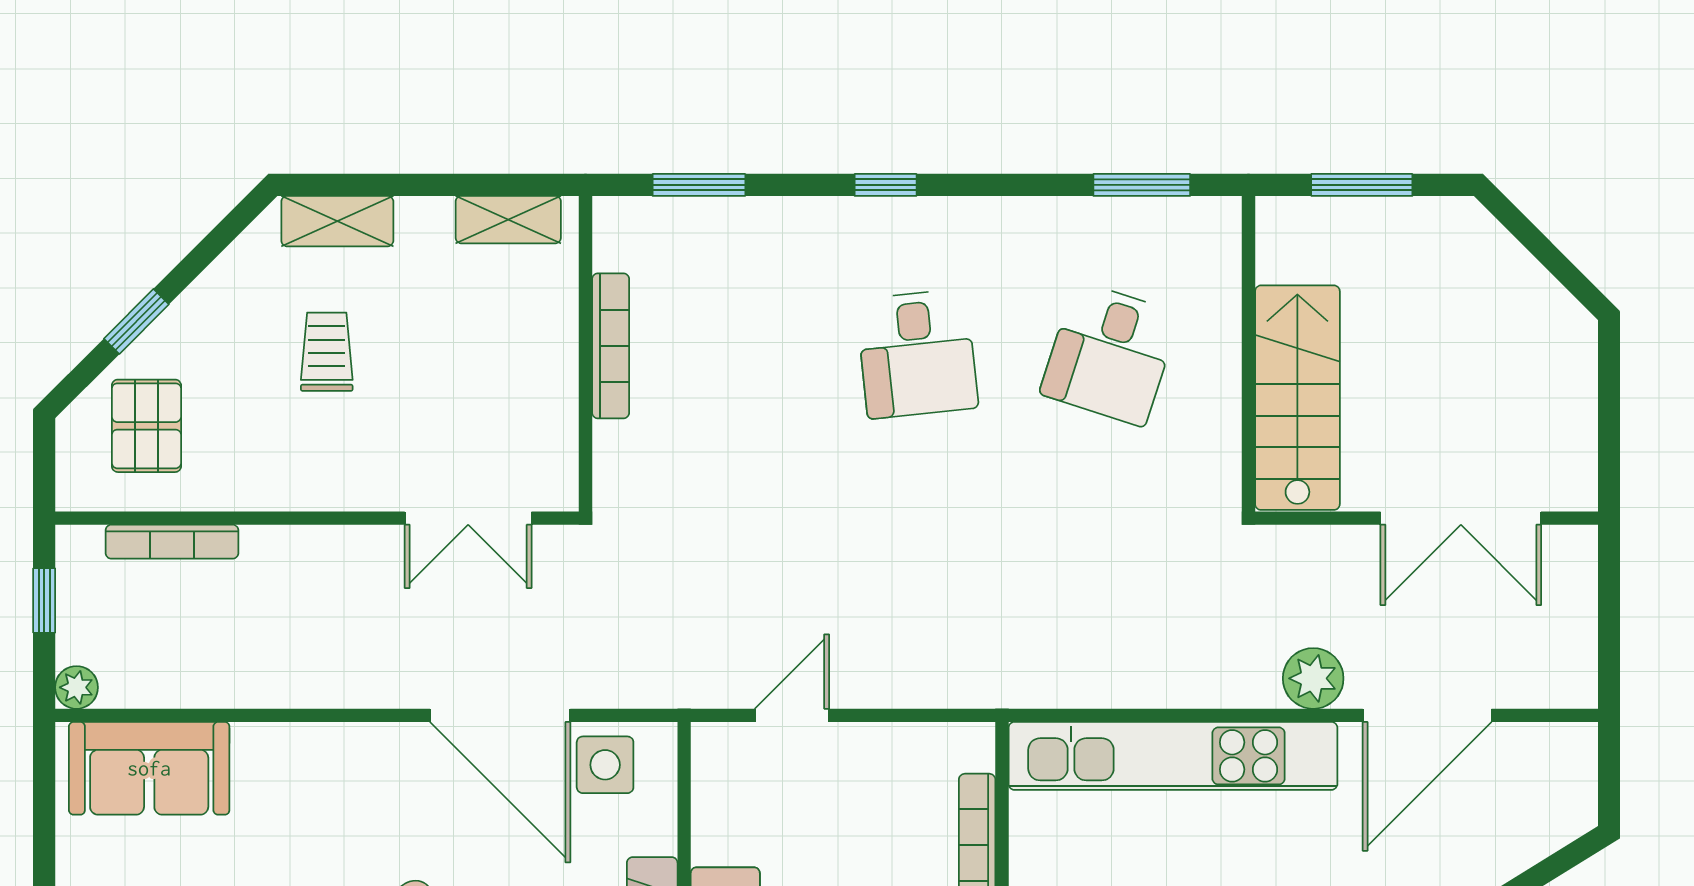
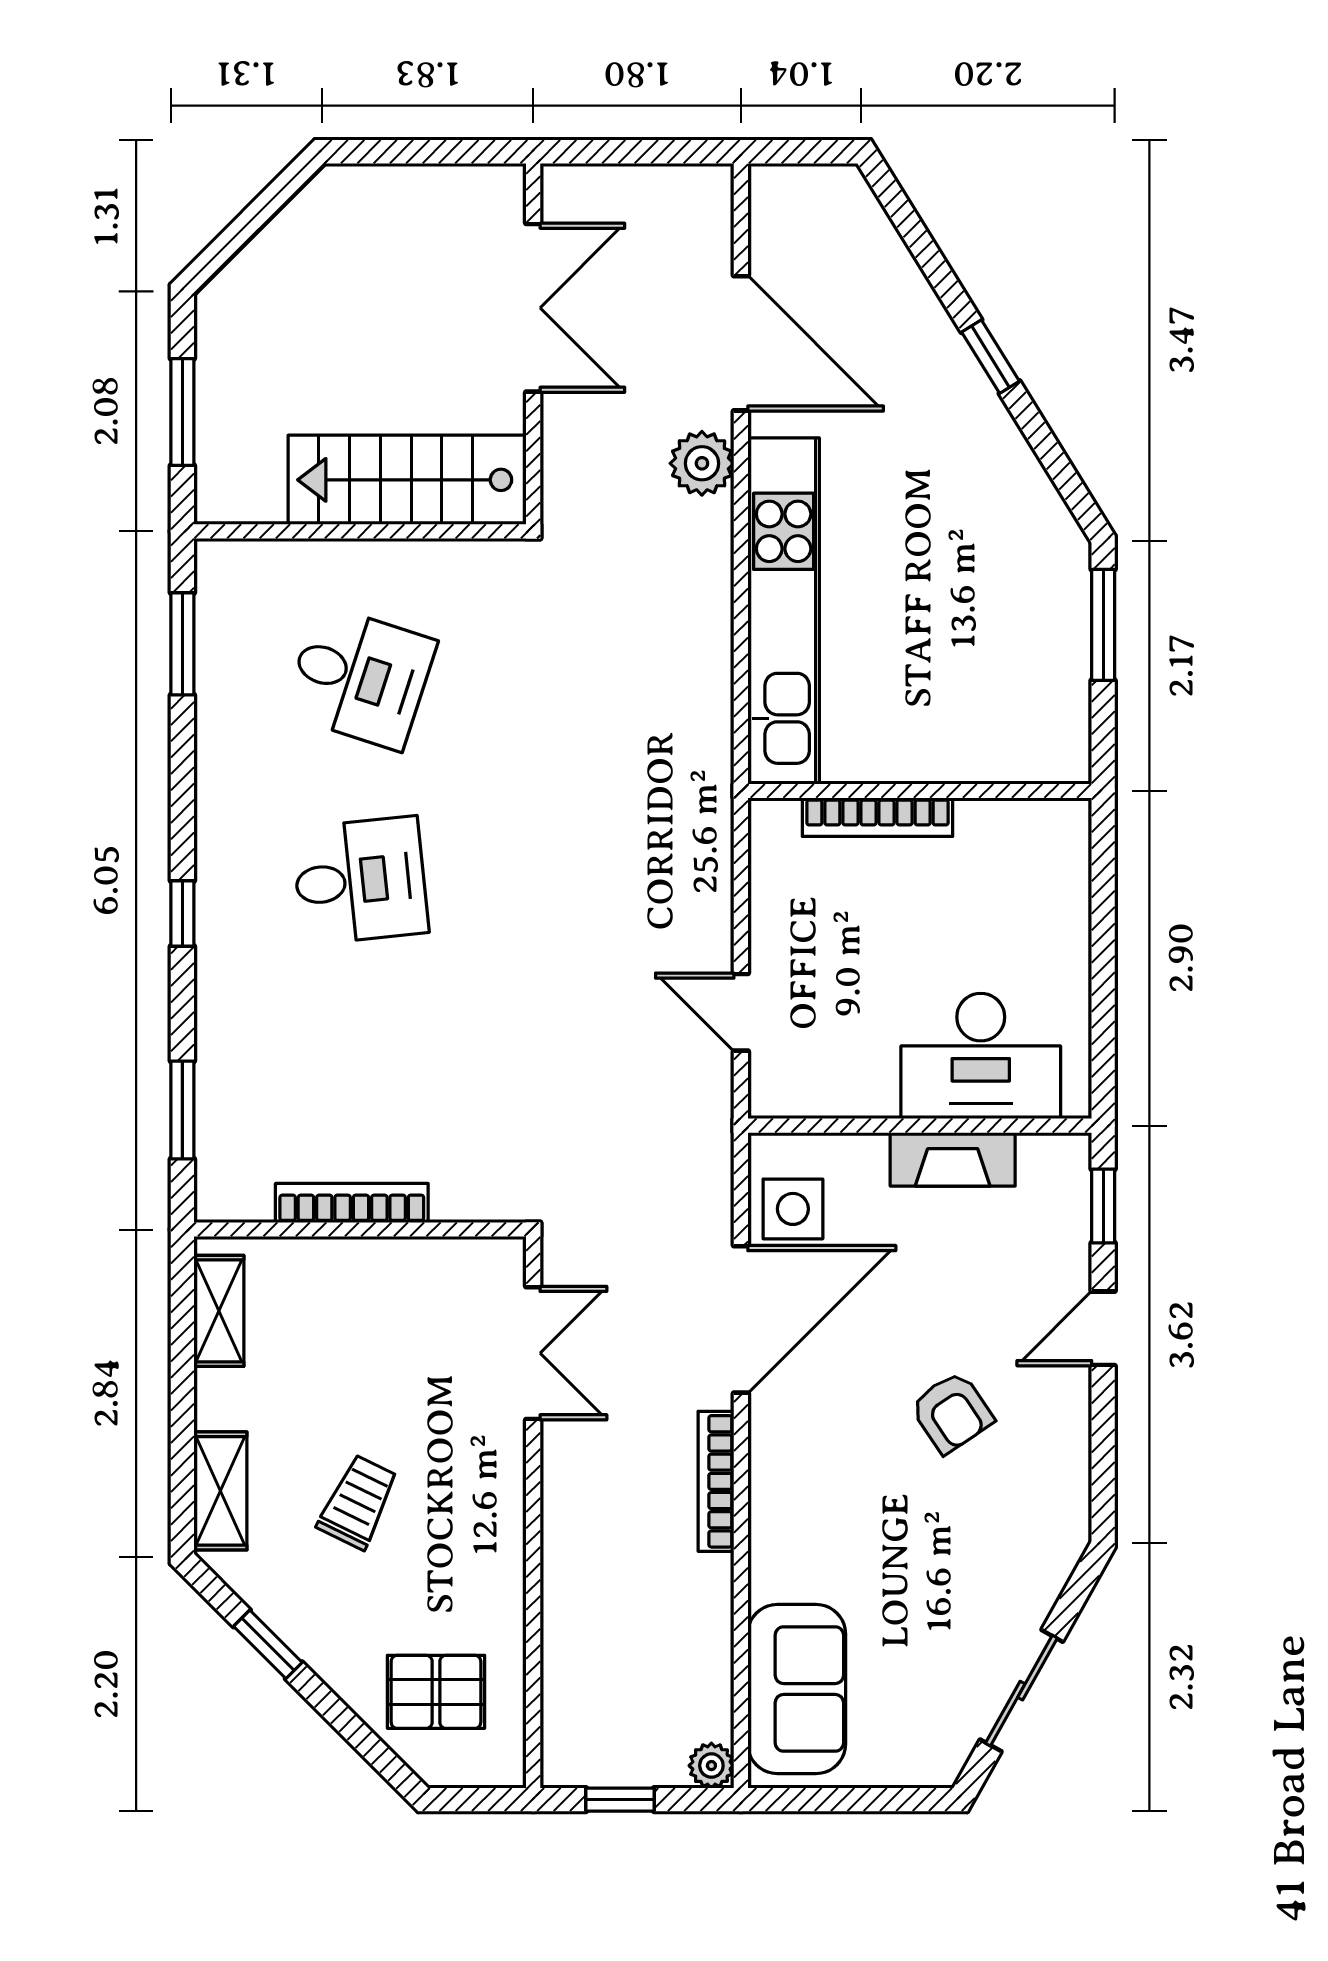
window: (136, 321) -> (268, 1644), moved
trolley: (327, 352) -> (358, 1502), turned 116
bookcase: (172, 542) -> (716, 1481), moved, turned 180

